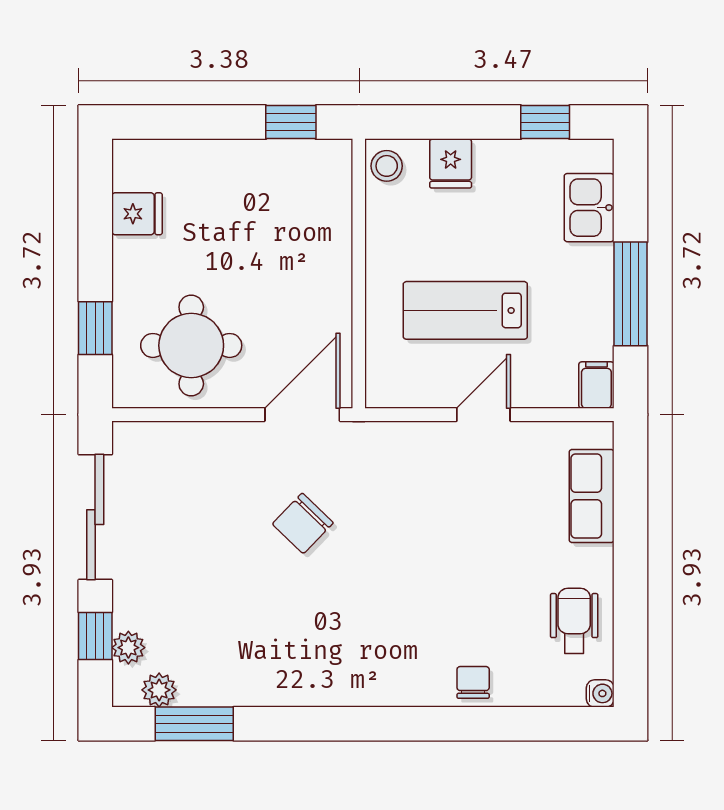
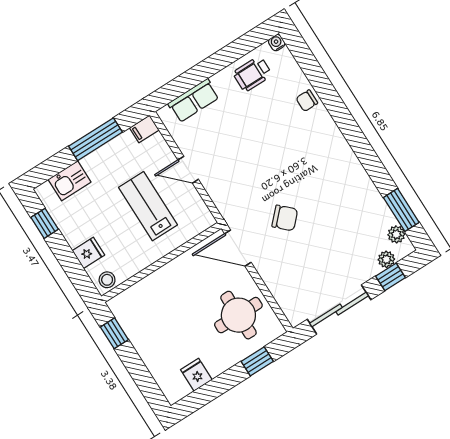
lab bench: (465, 310) -> (148, 206), turned 180

